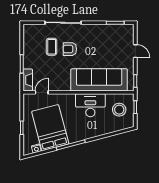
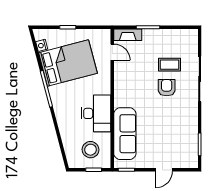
sofa: (99, 80) -> (125, 134), width x0.74, depth x0.79

